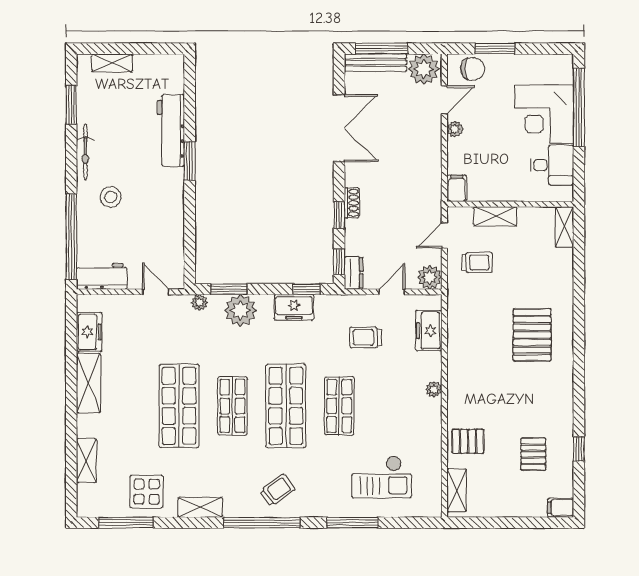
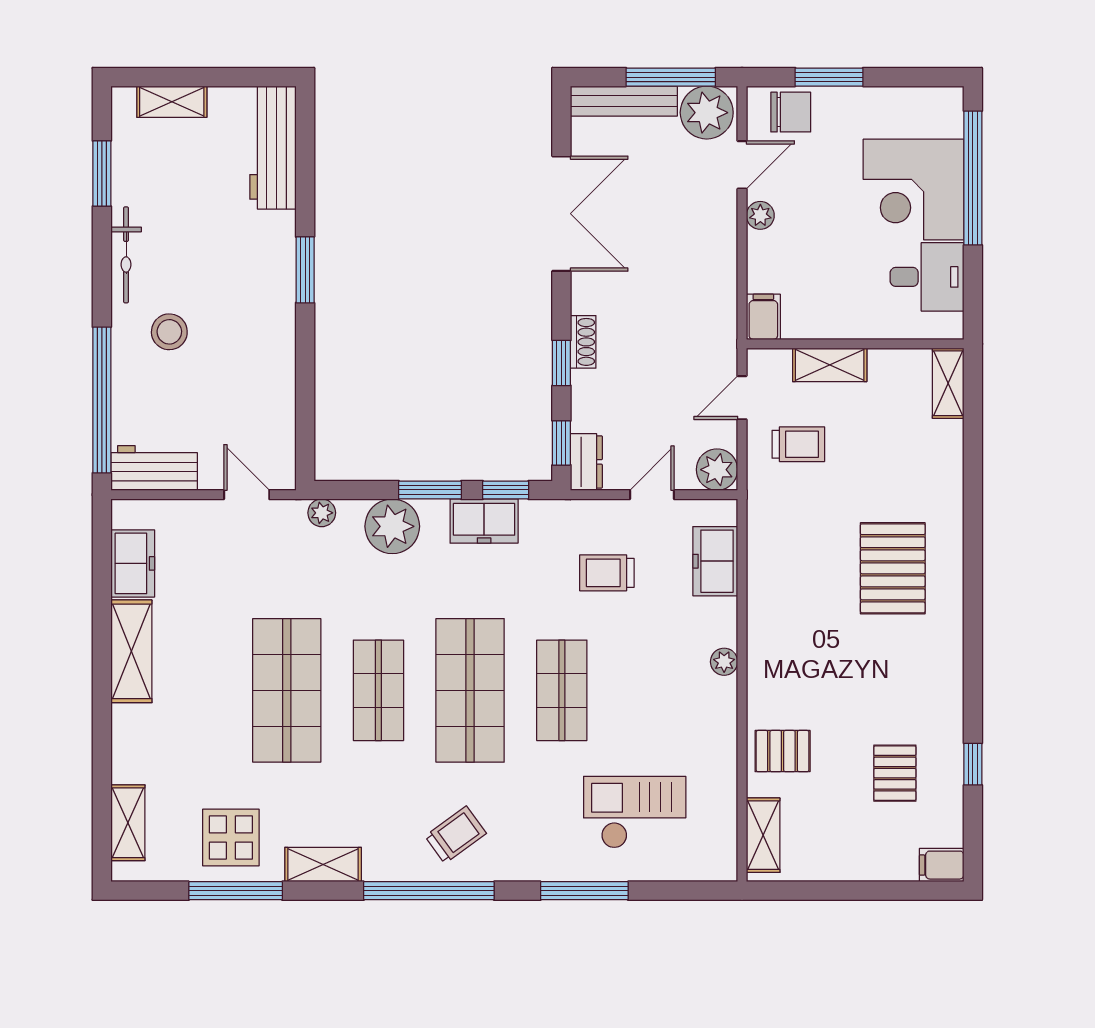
window: (381, 49) -> (671, 77), moved
workbench: (171, 130) -> (273, 148), moved
window: (229, 289) -> (430, 490), moved
shelving: (86, 461) -> (128, 823), moved
checkout: (382, 477) -> (635, 812), turned 180
window: (126, 523) -> (236, 891), moved

